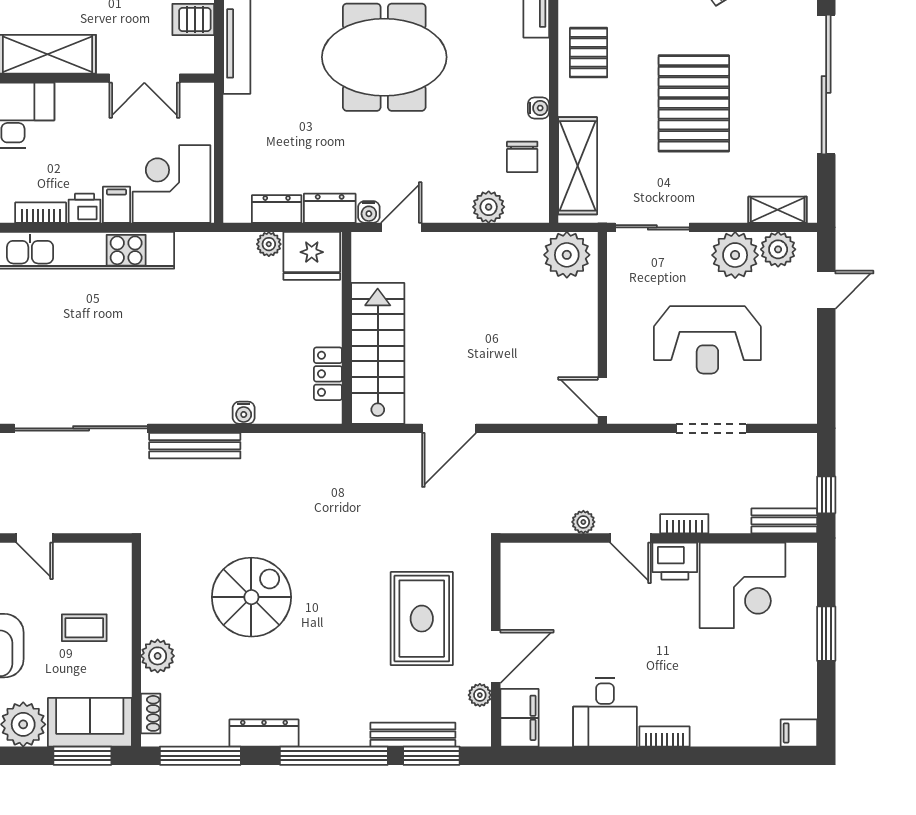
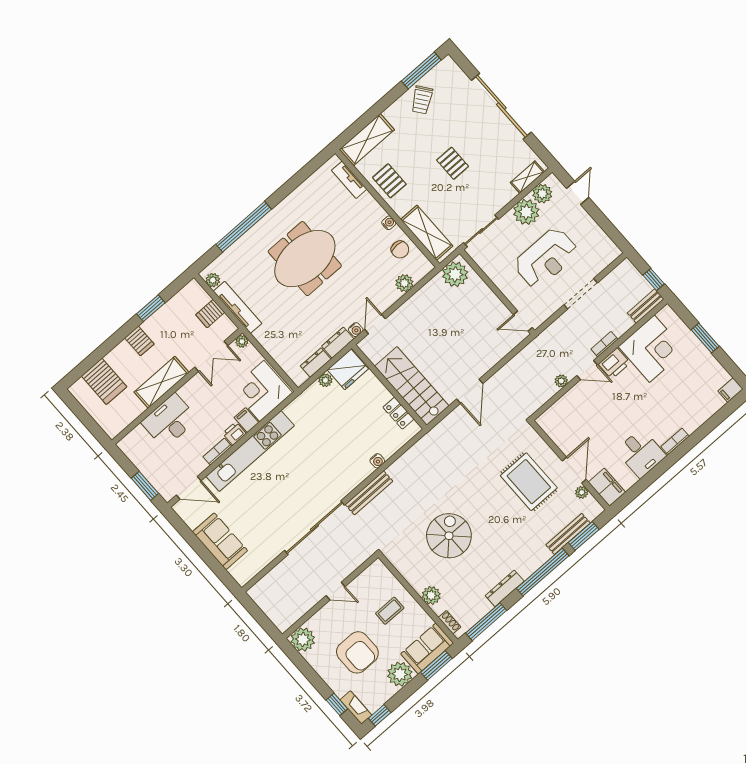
plant: (203, 94) -> (242, 341), added
pallet: (694, 103) -> (453, 163), width x0.49, depth x0.50

